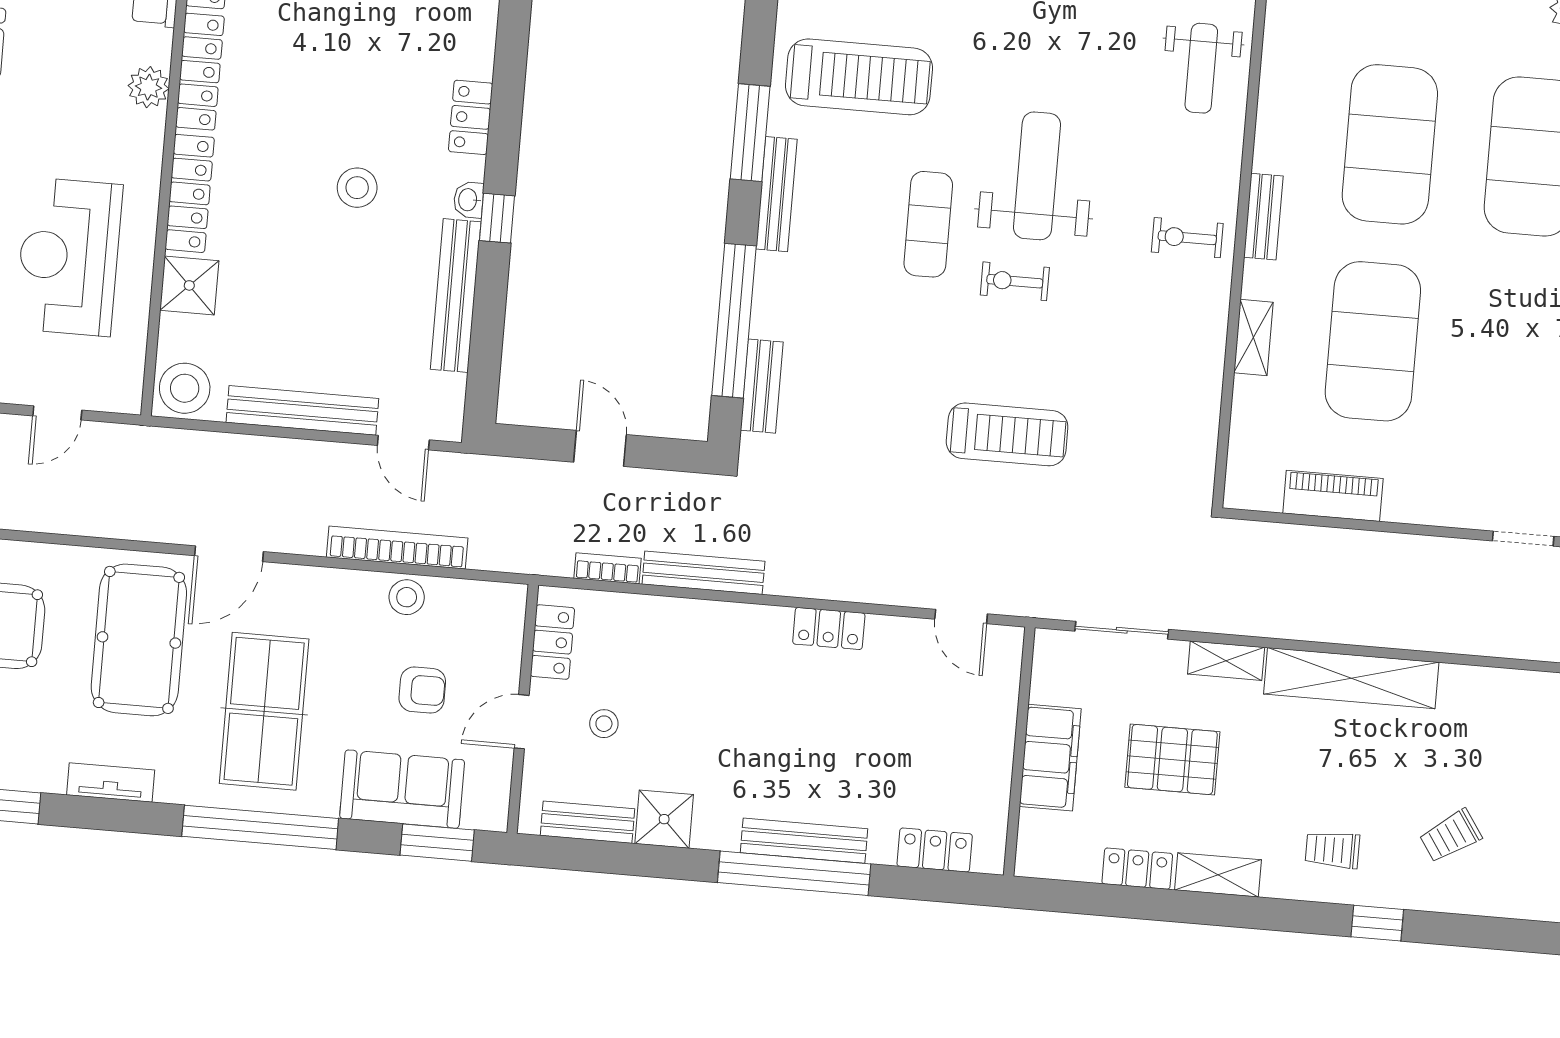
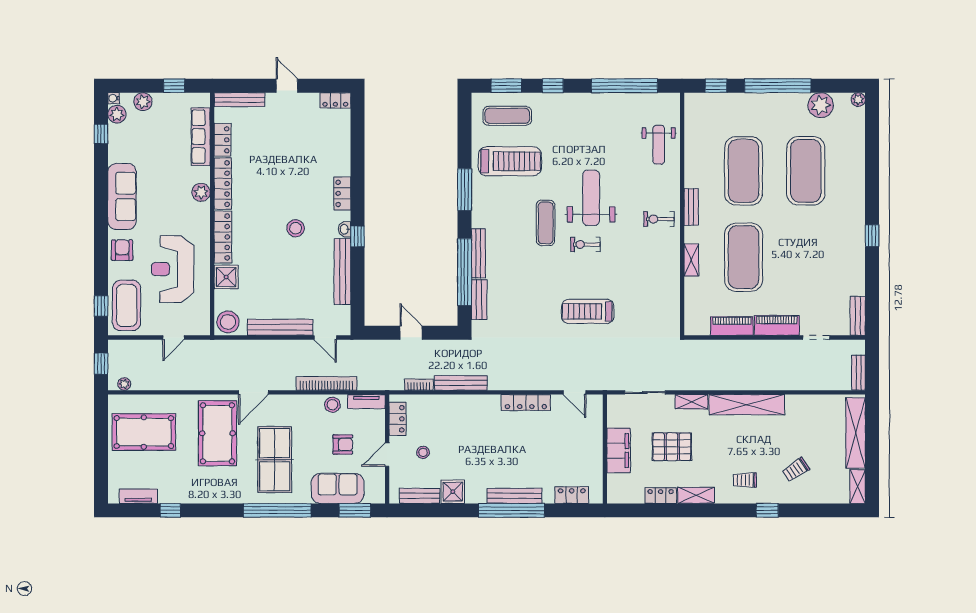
bench: (776, 194) -> (478, 253), moved
treadmill: (1007, 434) -> (588, 311), turned 180
piano: (1435, 503) -> (777, 325), added
locker: (829, 628) -> (526, 403), width x1.53
tv unit: (111, 782) -> (366, 402), moved, turned 180

